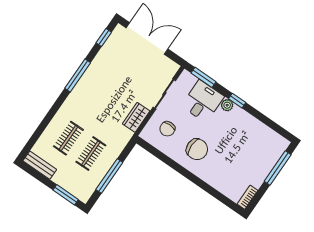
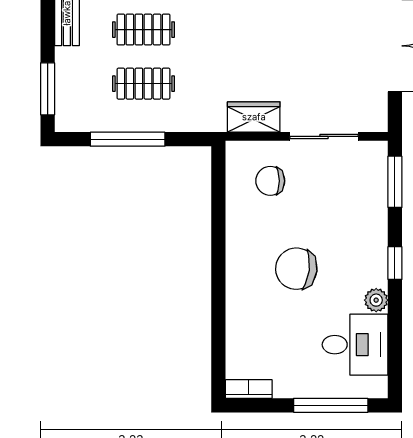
desk: (203, 101) -> (355, 345), moved
plant: (227, 105) -> (376, 300), moved
chair: (197, 149) -> (296, 269), moved, turned 97

